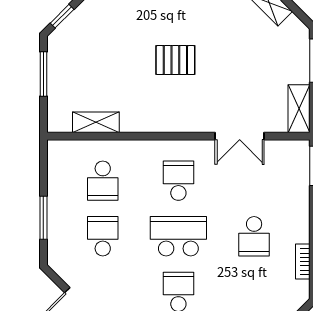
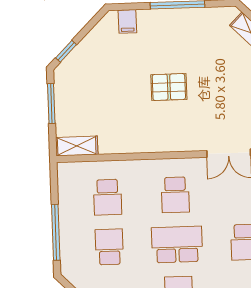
shelving: (96, 122) -> (77, 146), moved
school desk: (178, 181) -> (175, 195), turned 180
window: (43, 218) -> (56, 232), width x1.44

